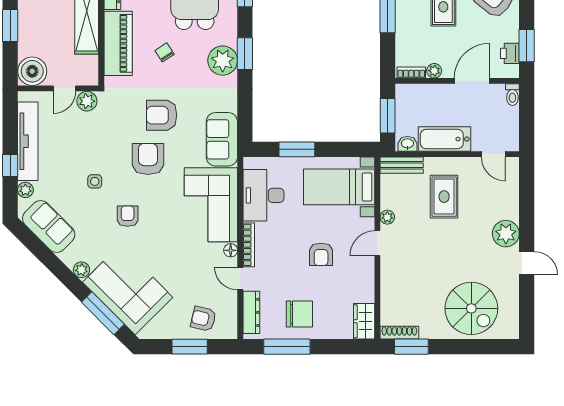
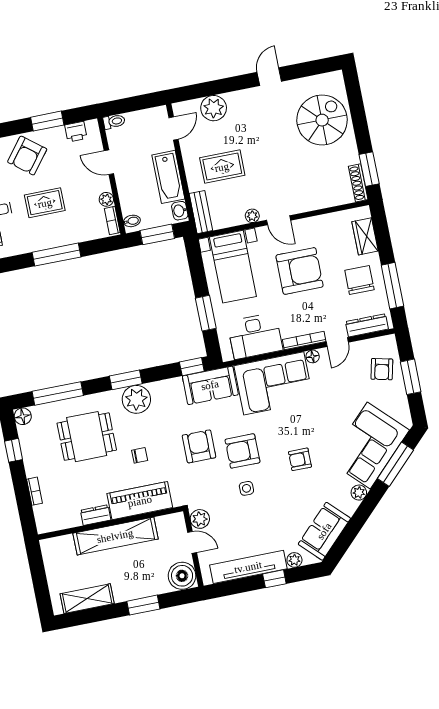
window: (527, 46) -> (47, 121), moved
chair: (165, 52) -> (140, 455), turned -147
door: (472, 81) -> (109, 162), width x0.73
bidet: (407, 93) -> (132, 221), added
armchair: (162, 115) -> (199, 446), turned 180
window: (245, 124) -> (192, 367), added
side table: (95, 181) -> (246, 488), moved
plant: (506, 234) -> (214, 108), moved
armchair: (321, 254) -> (300, 271), width x1.88, depth x1.88
wardrobe: (364, 321) -> (365, 236), moved, turned 90

